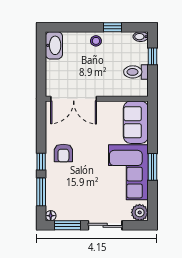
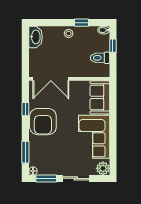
armchair: (63, 153) -> (43, 122), width x1.88, depth x1.88
window: (41, 162) -> (25, 109), moved
window: (152, 167) -> (113, 133), removed

